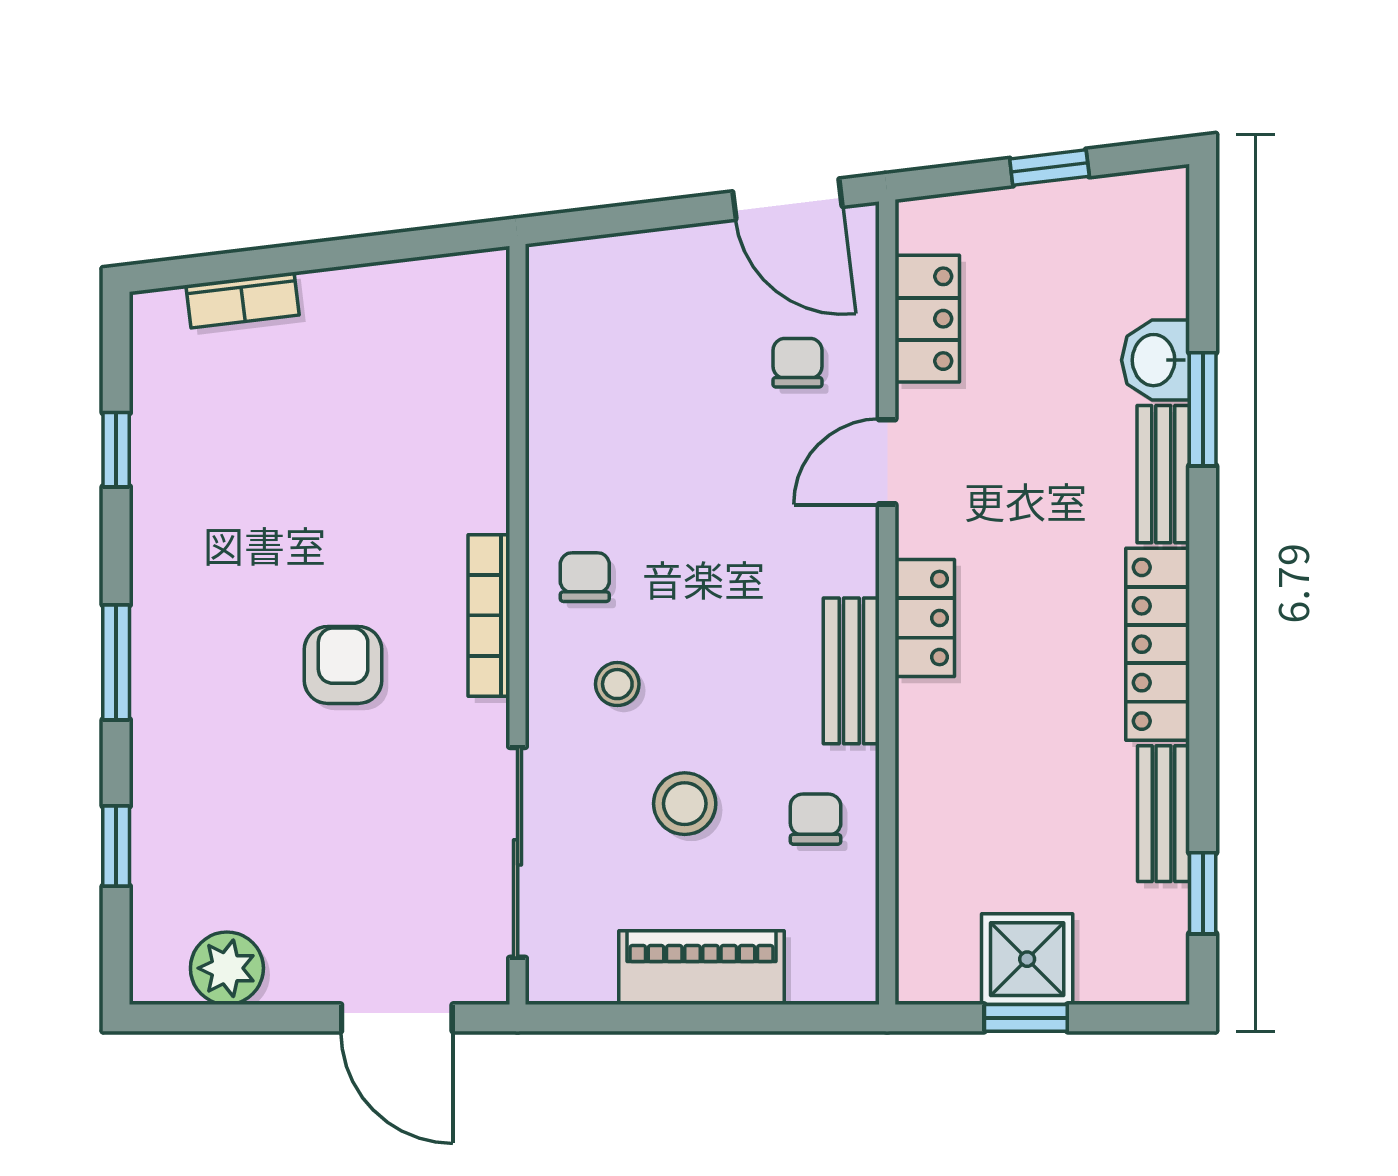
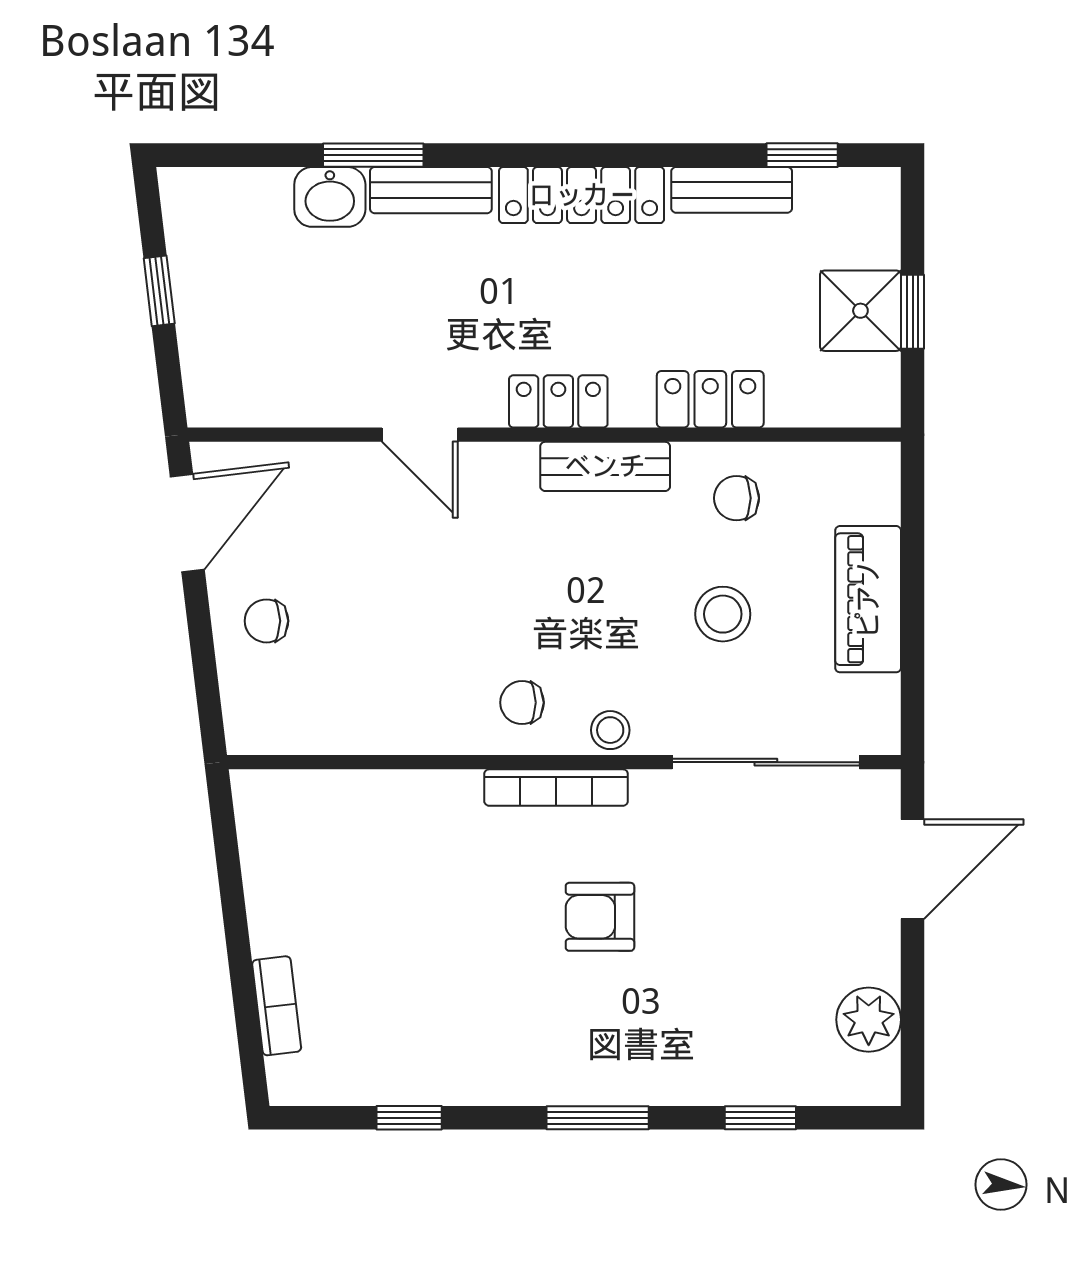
locker: (927, 319) -> (710, 399), moved
chair: (797, 363) -> (266, 621), moved
stool: (617, 684) -> (610, 730), moved

